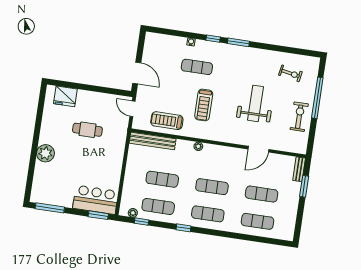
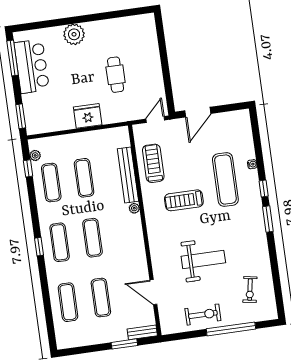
exercise mat: (197, 67) -> (225, 180), width x1.36, depth x1.45
fridge: (65, 96) -> (88, 116), moved, turned 90
bench: (153, 141) -> (128, 175), moved
door: (258, 149) -> (153, 292), moved
bar counter: (95, 200) -> (32, 66), moved
window: (183, 228) -> (39, 247), moved

